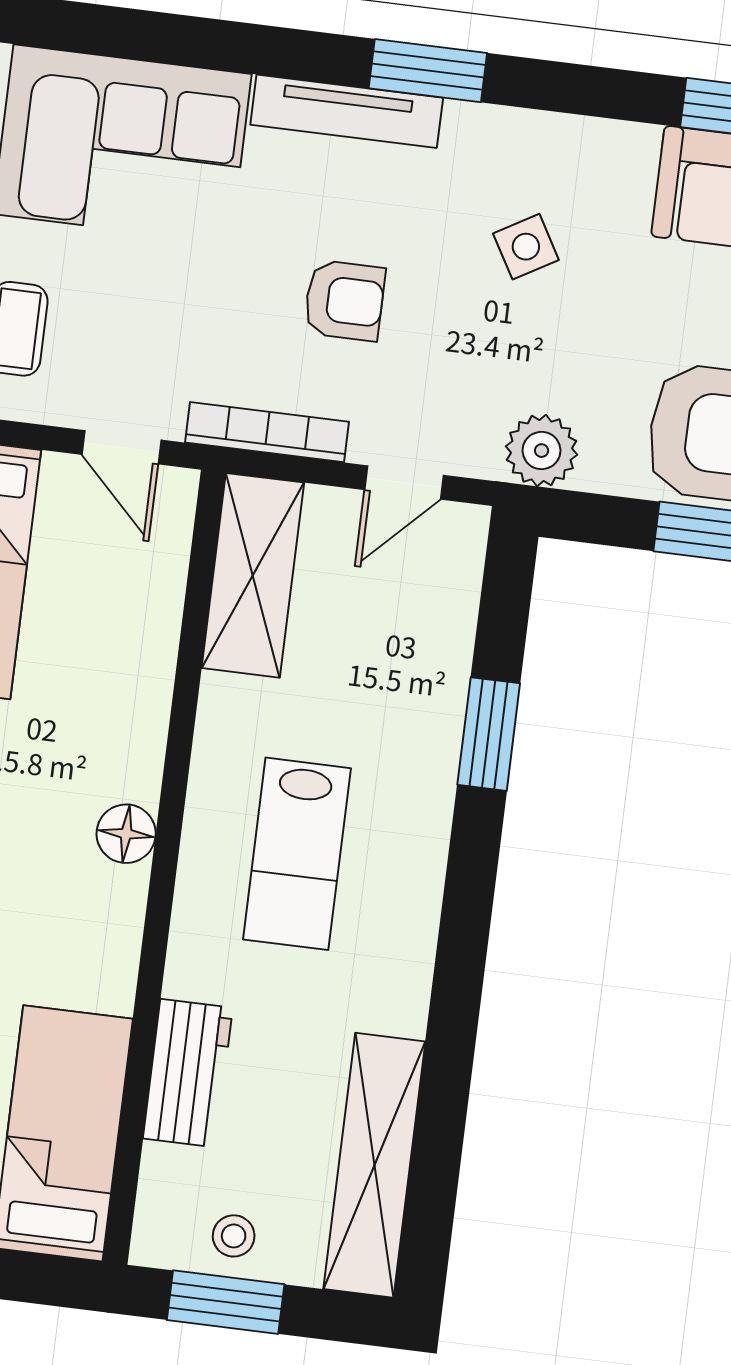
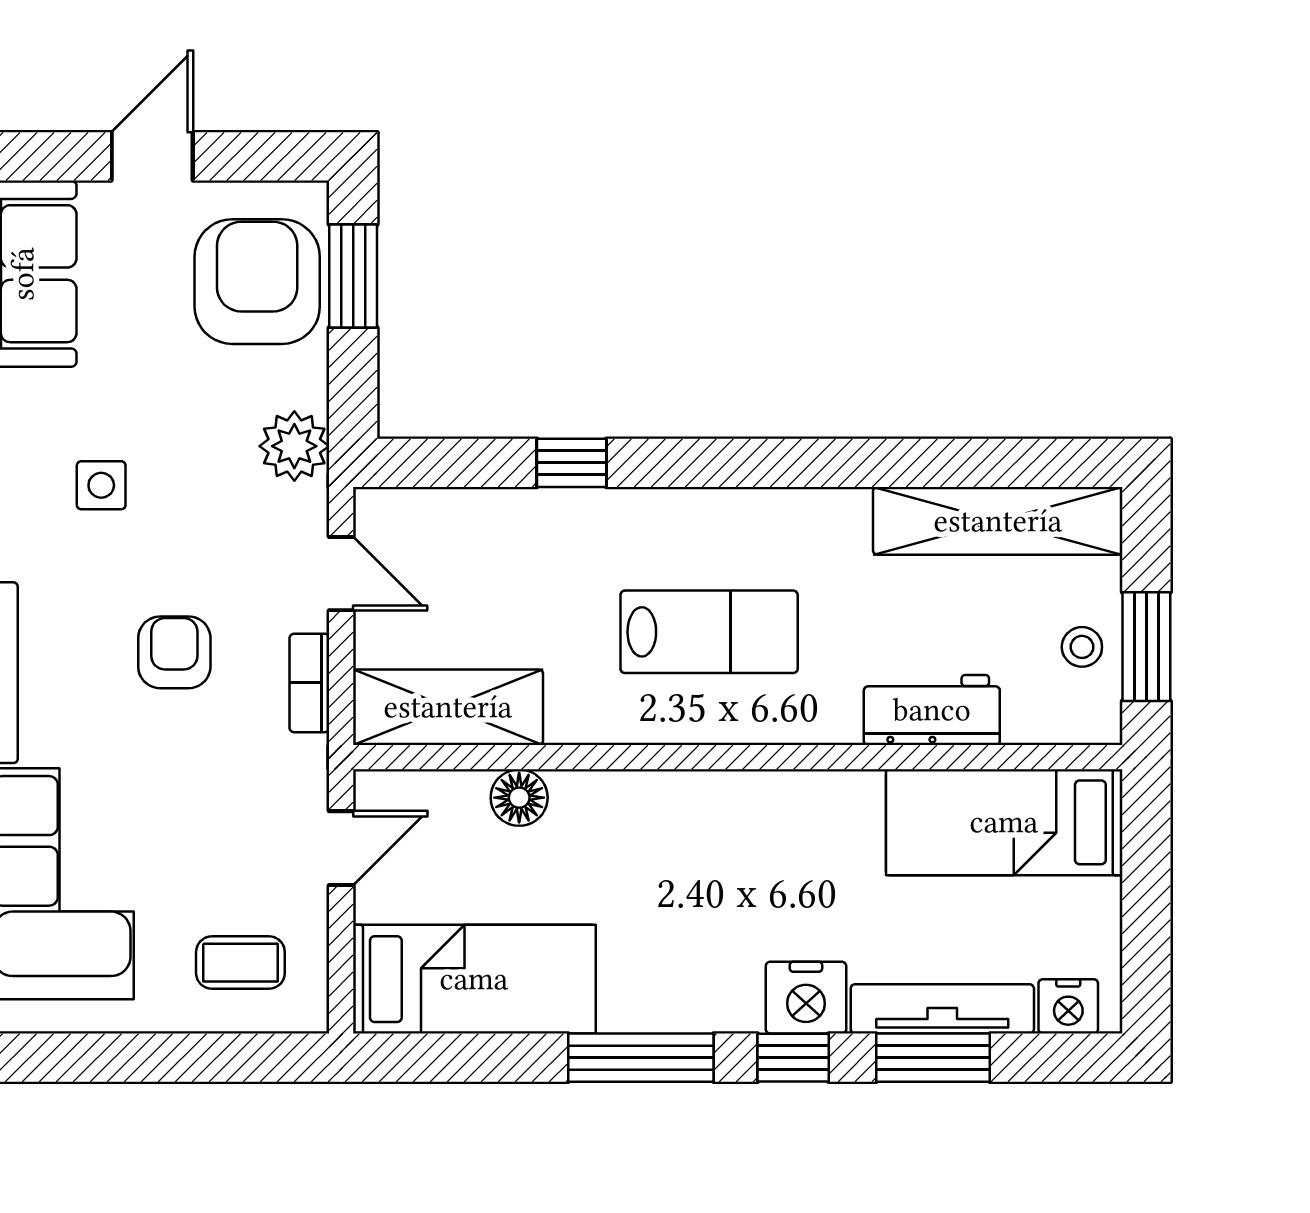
side table: (526, 247) -> (101, 485), turned 30
bookcase: (267, 432) -> (309, 683), width x0.64
window: (489, 734) -> (572, 463), width x0.67
floor lamp: (126, 834) -> (519, 798), moved

